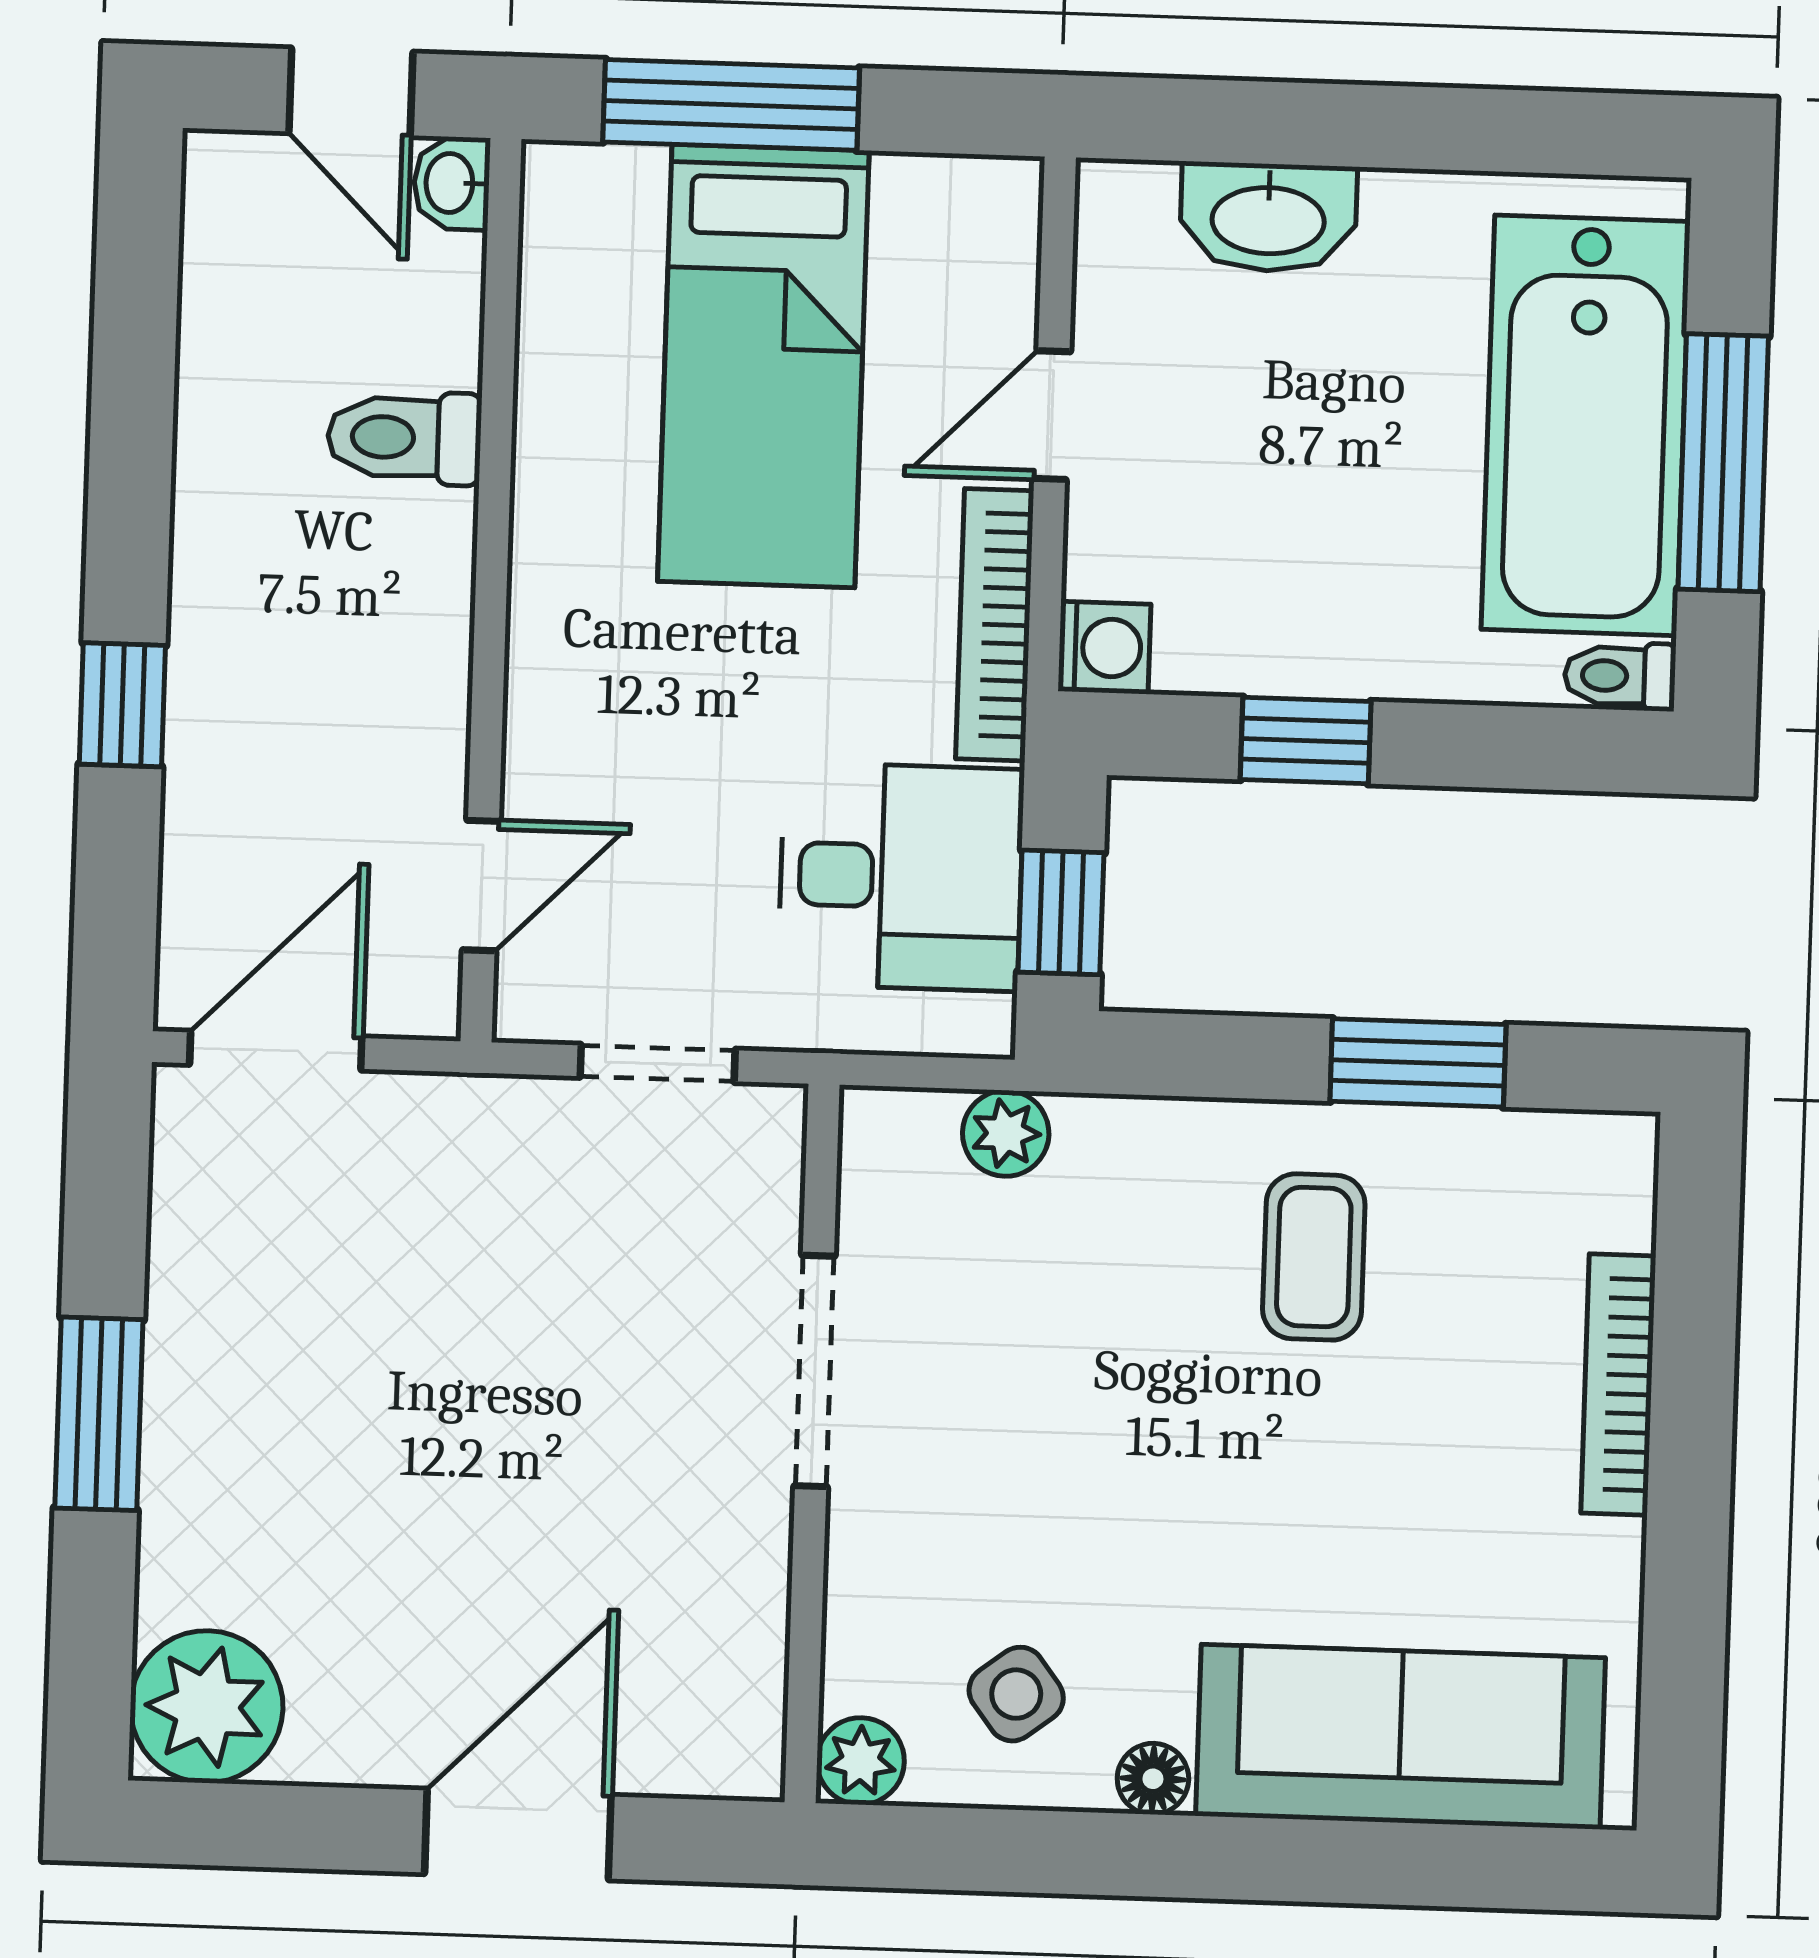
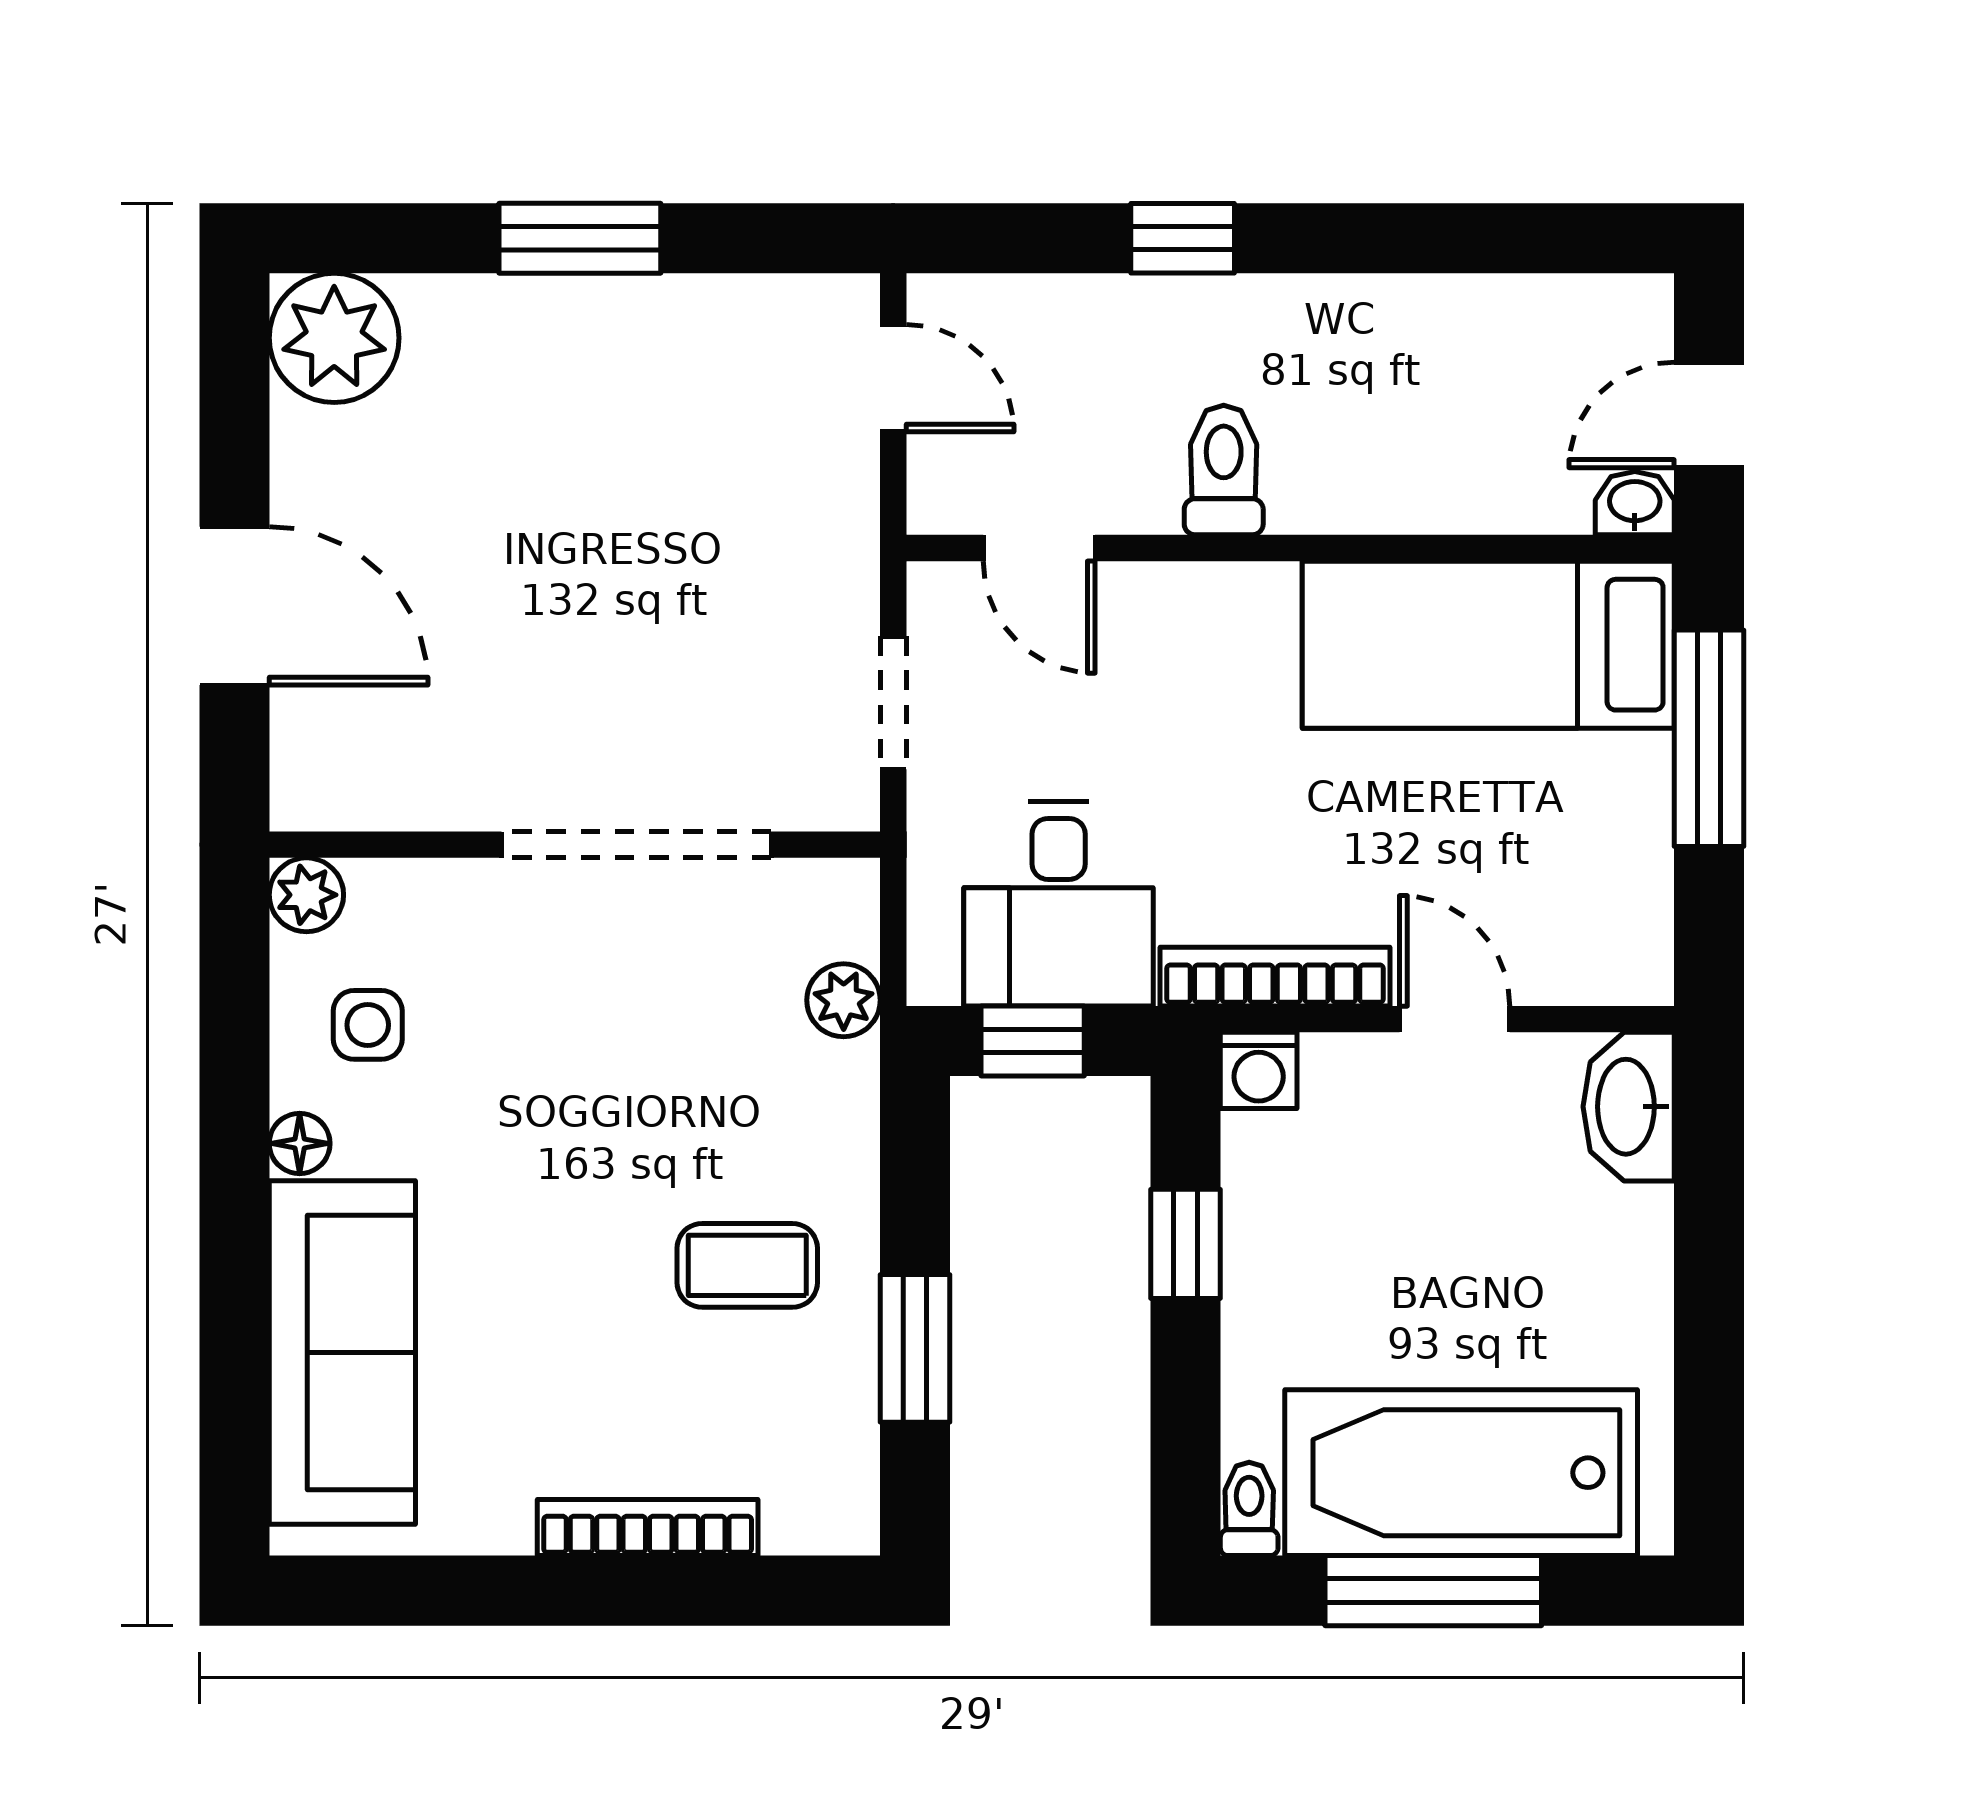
washbasin: (1268, 217) -> (1629, 1107), moved
bed: (763, 366) -> (1488, 645), moved
toilet: (404, 438) -> (1224, 470), moved
door: (276, 1051) -> (893, 378), width x0.73
doorway: (815, 1371) -> (636, 845), width x1.36
side table: (1016, 1694) -> (368, 1025), turned 37

